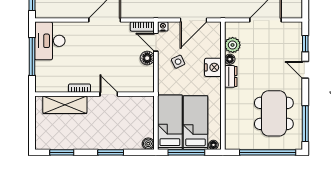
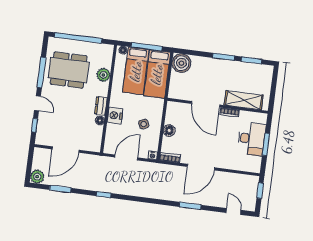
desk: (50, 41) -> (252, 139), moved
door: (156, 42) -> (160, 143), removed
plant: (233, 45) -> (103, 75), moved
window: (32, 57) -> (266, 144), width x0.69
door: (109, 94) -> (206, 104), width x1.88
dining table: (274, 113) -> (69, 70), turned 90
window: (305, 124) -> (41, 72), moved
boiler: (148, 144) -> (181, 63), width x1.86, depth x1.86
window: (111, 152) -> (223, 57), moved

